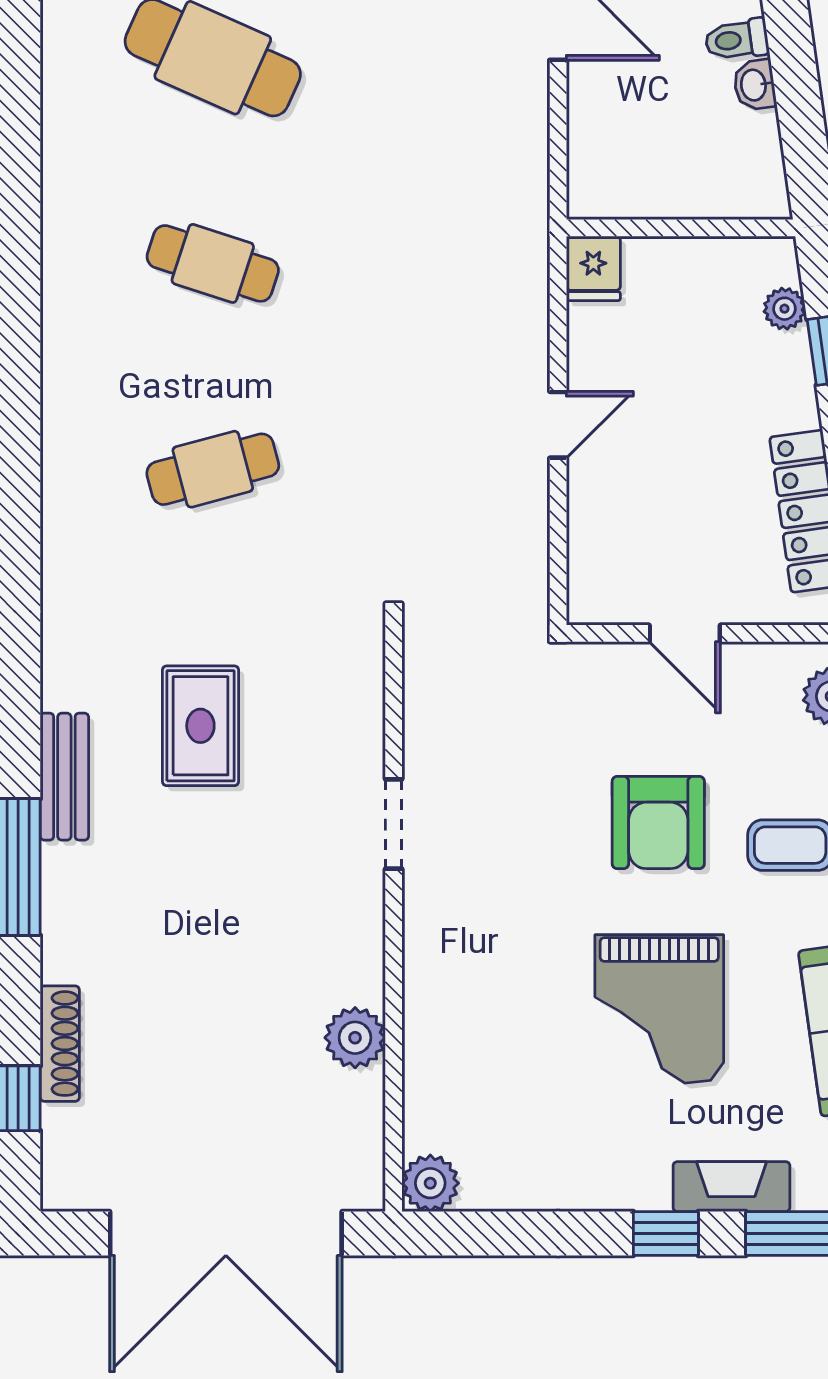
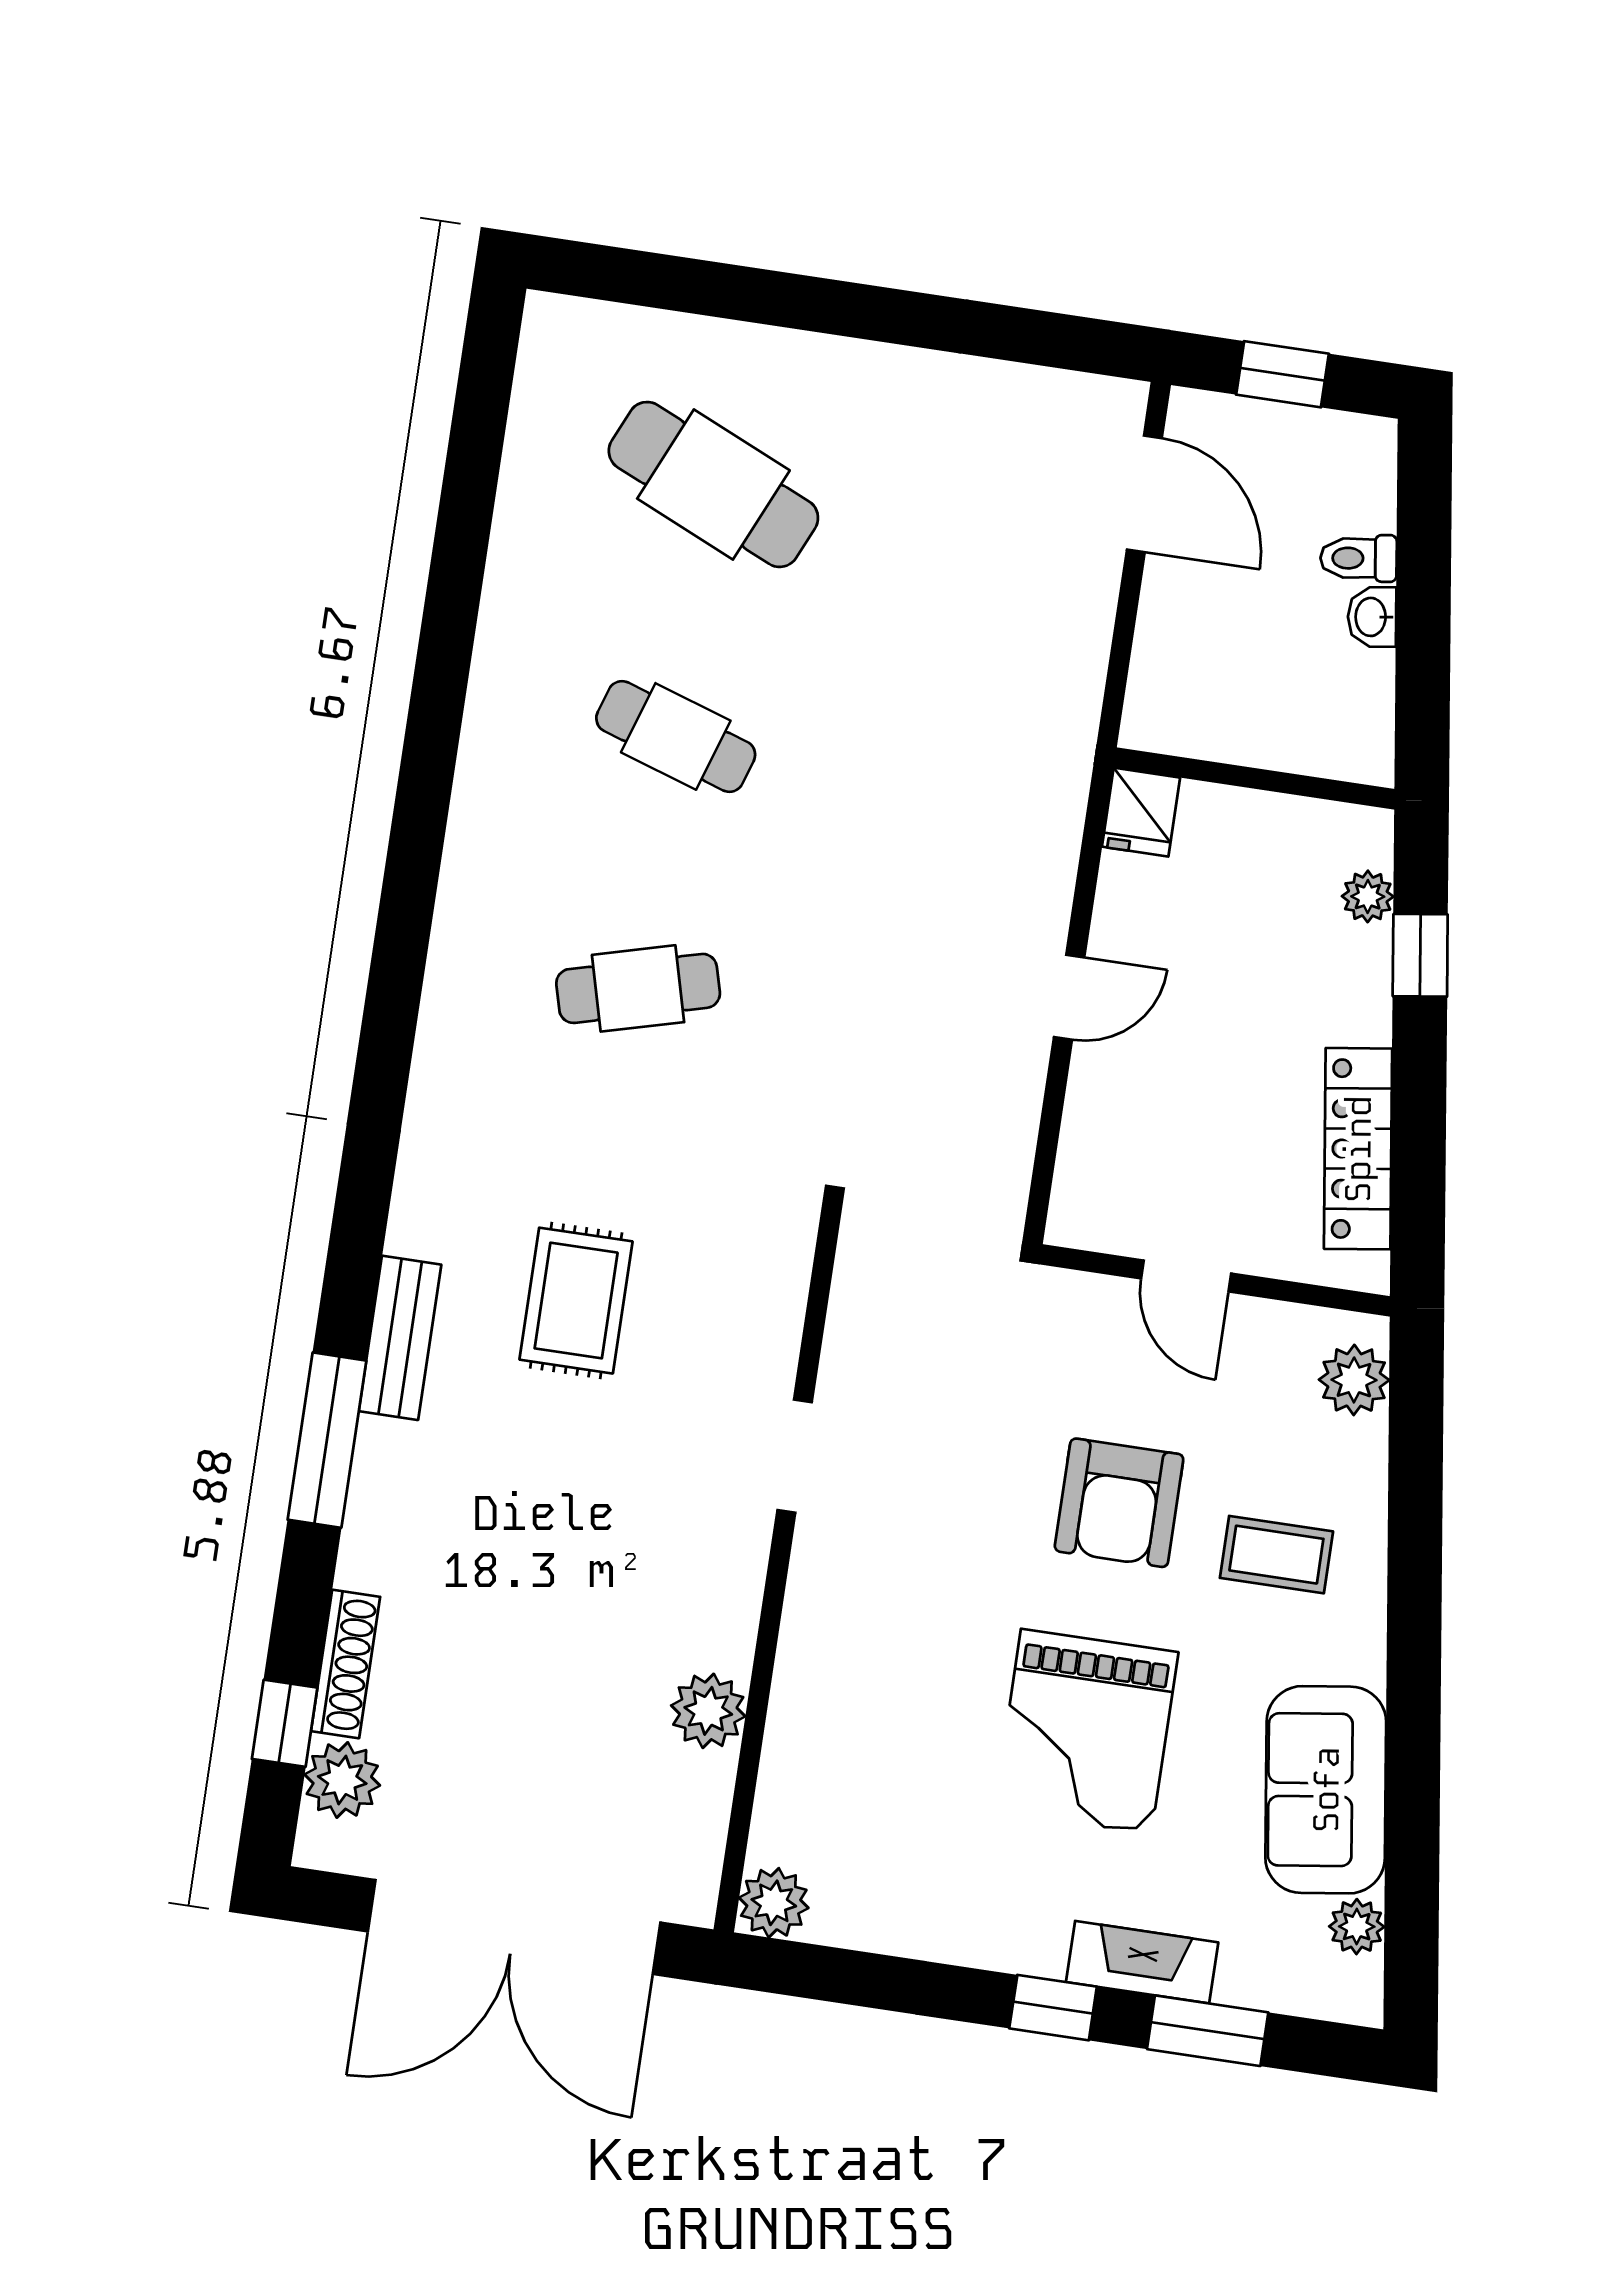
plant: (71, 1137) -> (342, 1780), added

